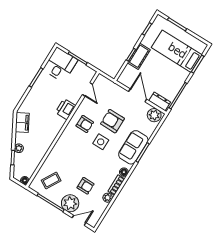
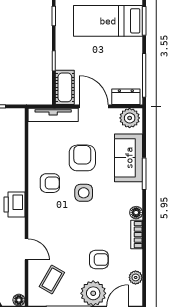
cot: (139, 56) -> (65, 87), moved
tv unit: (111, 86) -> (53, 115), added
door: (87, 89) -> (26, 249), moved
printer: (66, 109) -> (14, 204), moved
armchair: (112, 121) -> (82, 158), turned 90
sofa: (133, 147) -> (129, 158), moved
plant: (108, 198) -> (136, 277), moved

